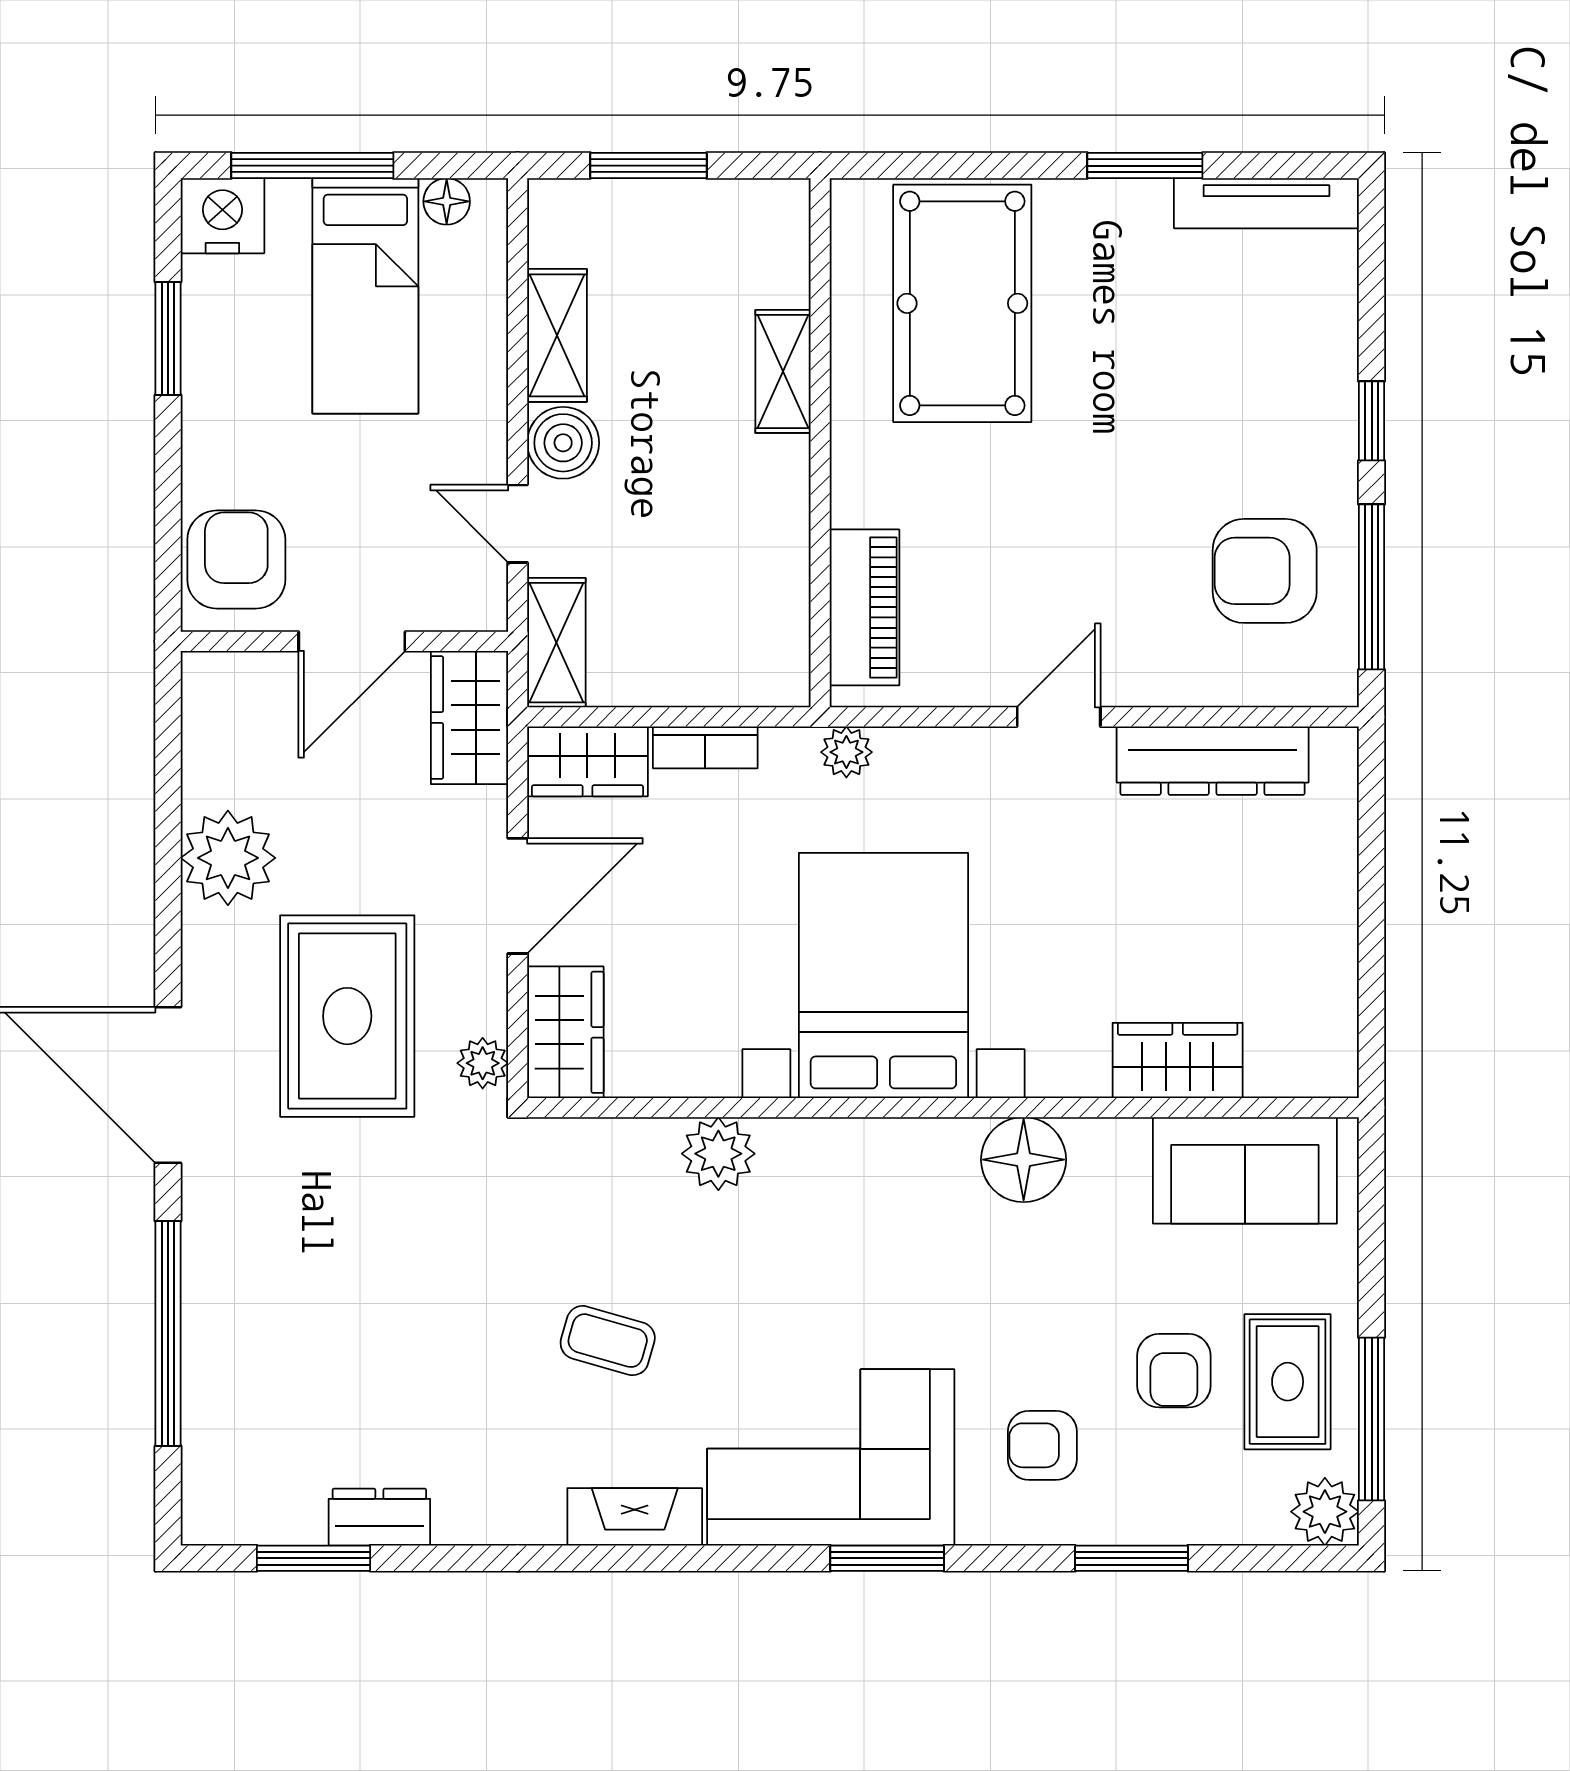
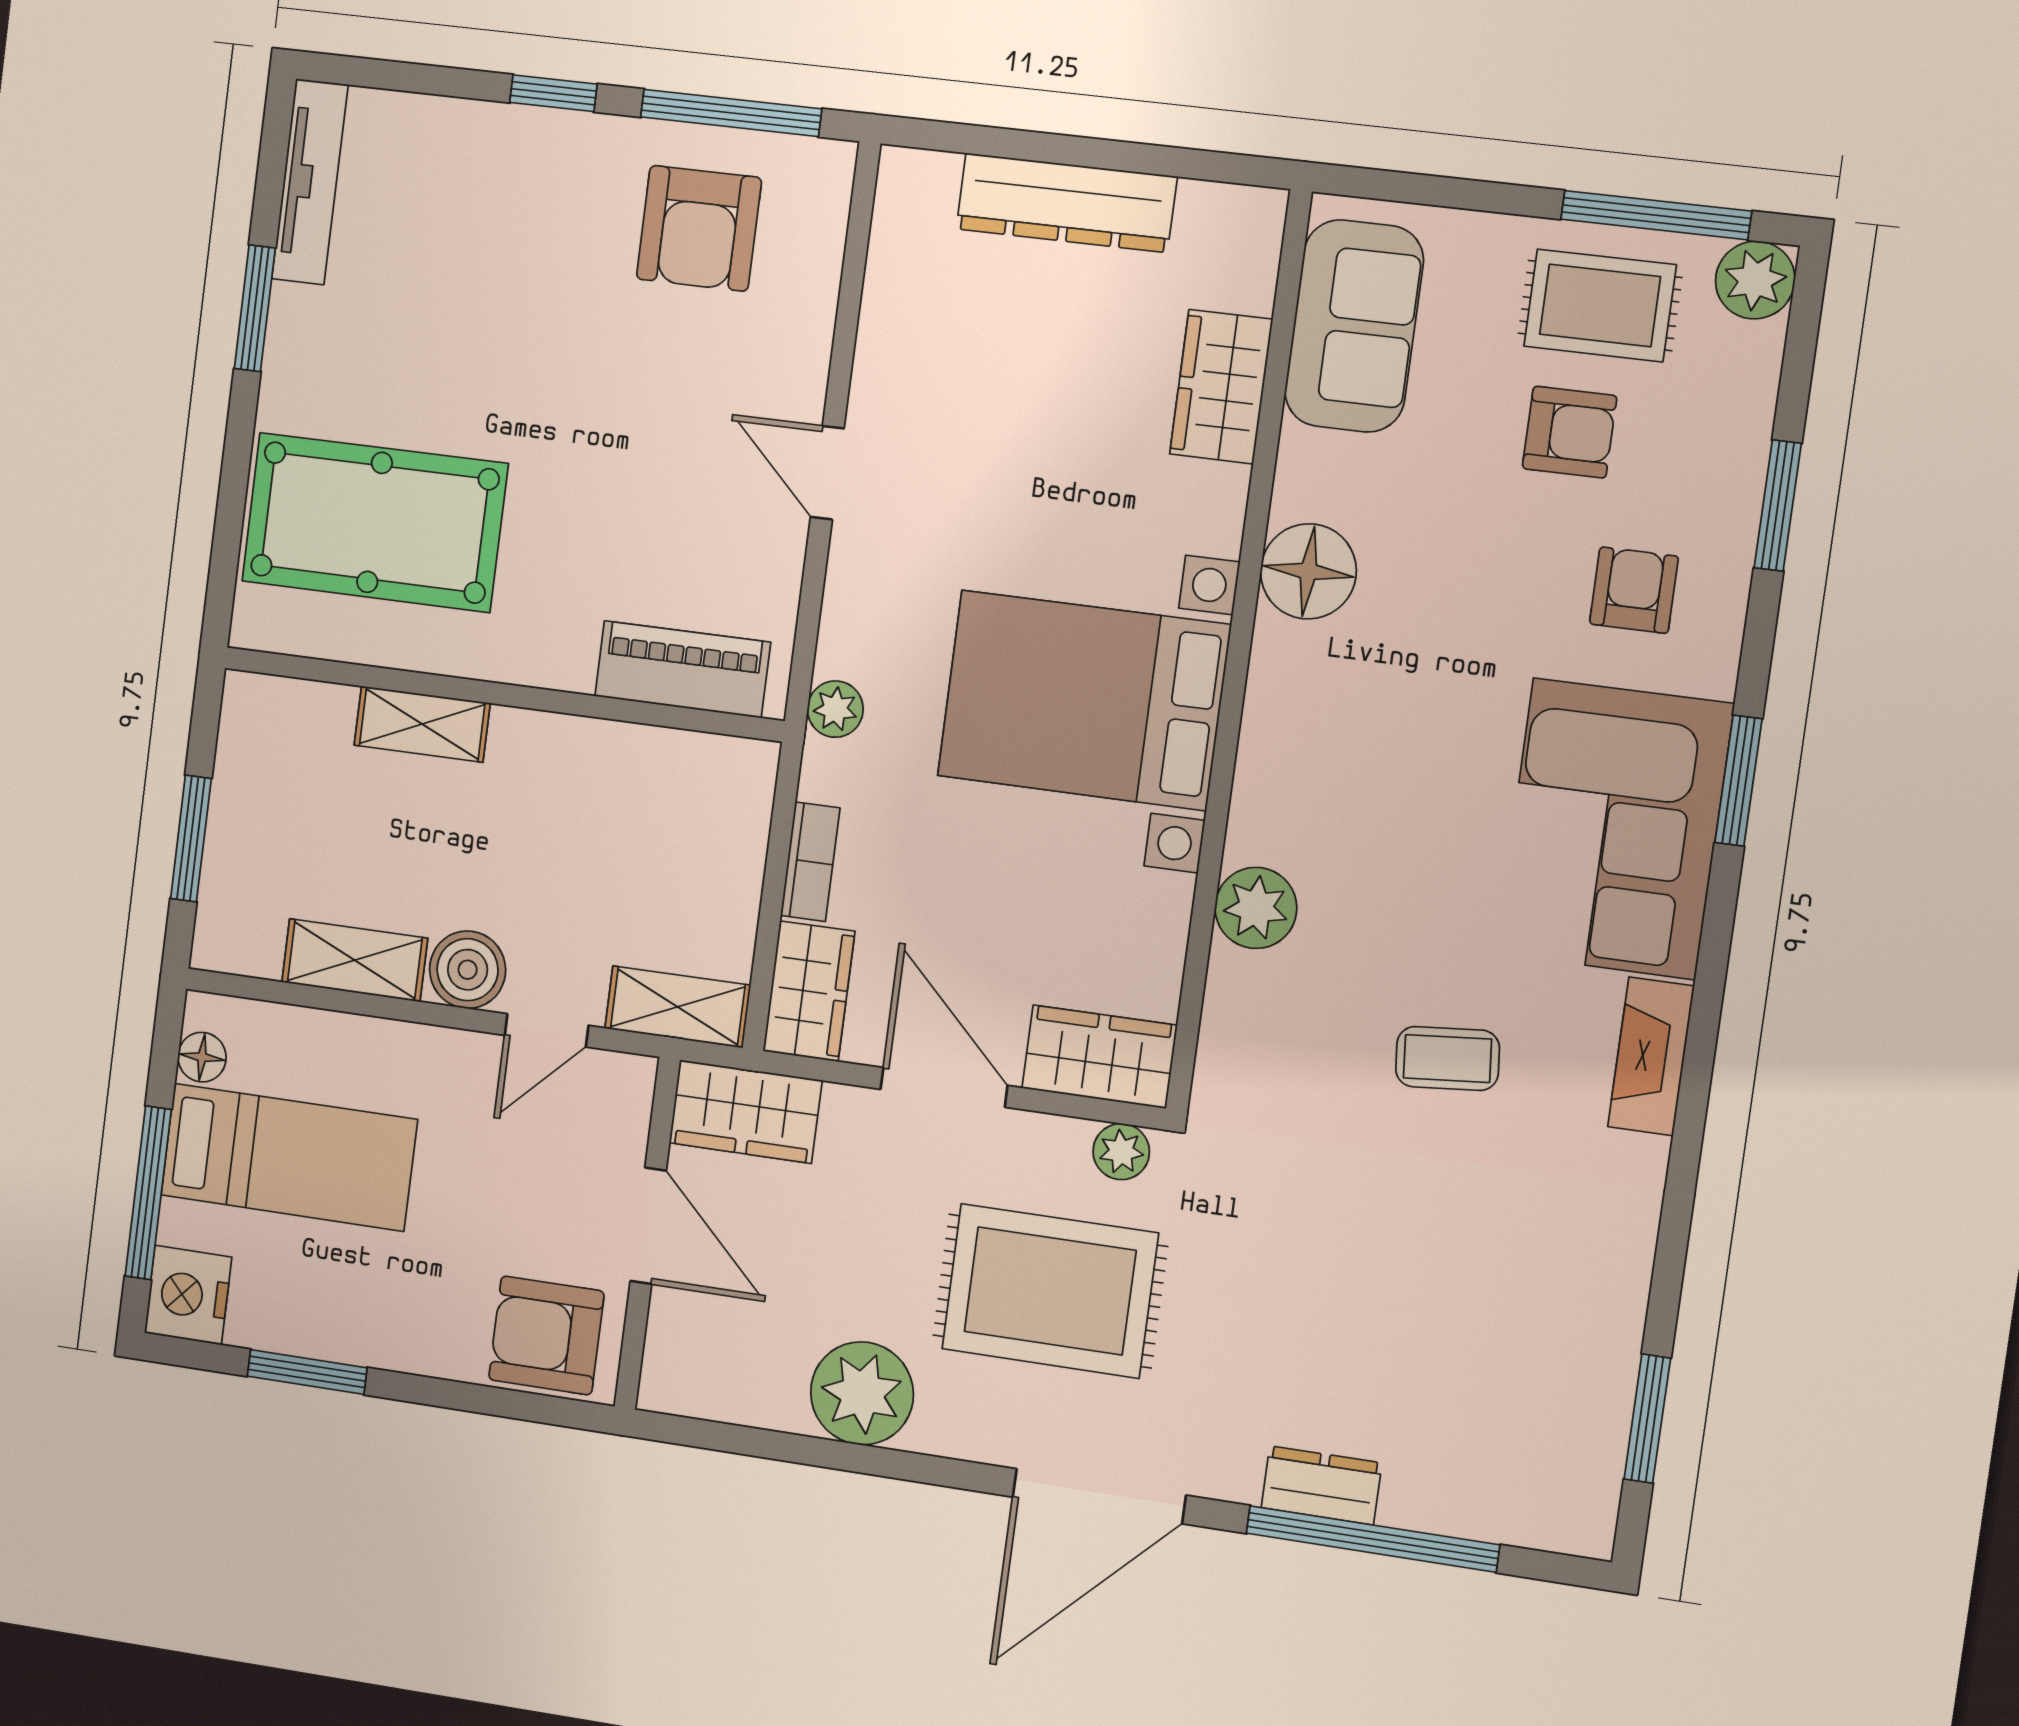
dresser: (1213, 761) -> (1066, 203), moved, turned 90
coffee table: (608, 1341) -> (1448, 1058), turned 69
armchair: (1042, 1445) -> (1634, 590), turned 180
dresser: (379, 1517) -> (1321, 1485), moved, turned 90

